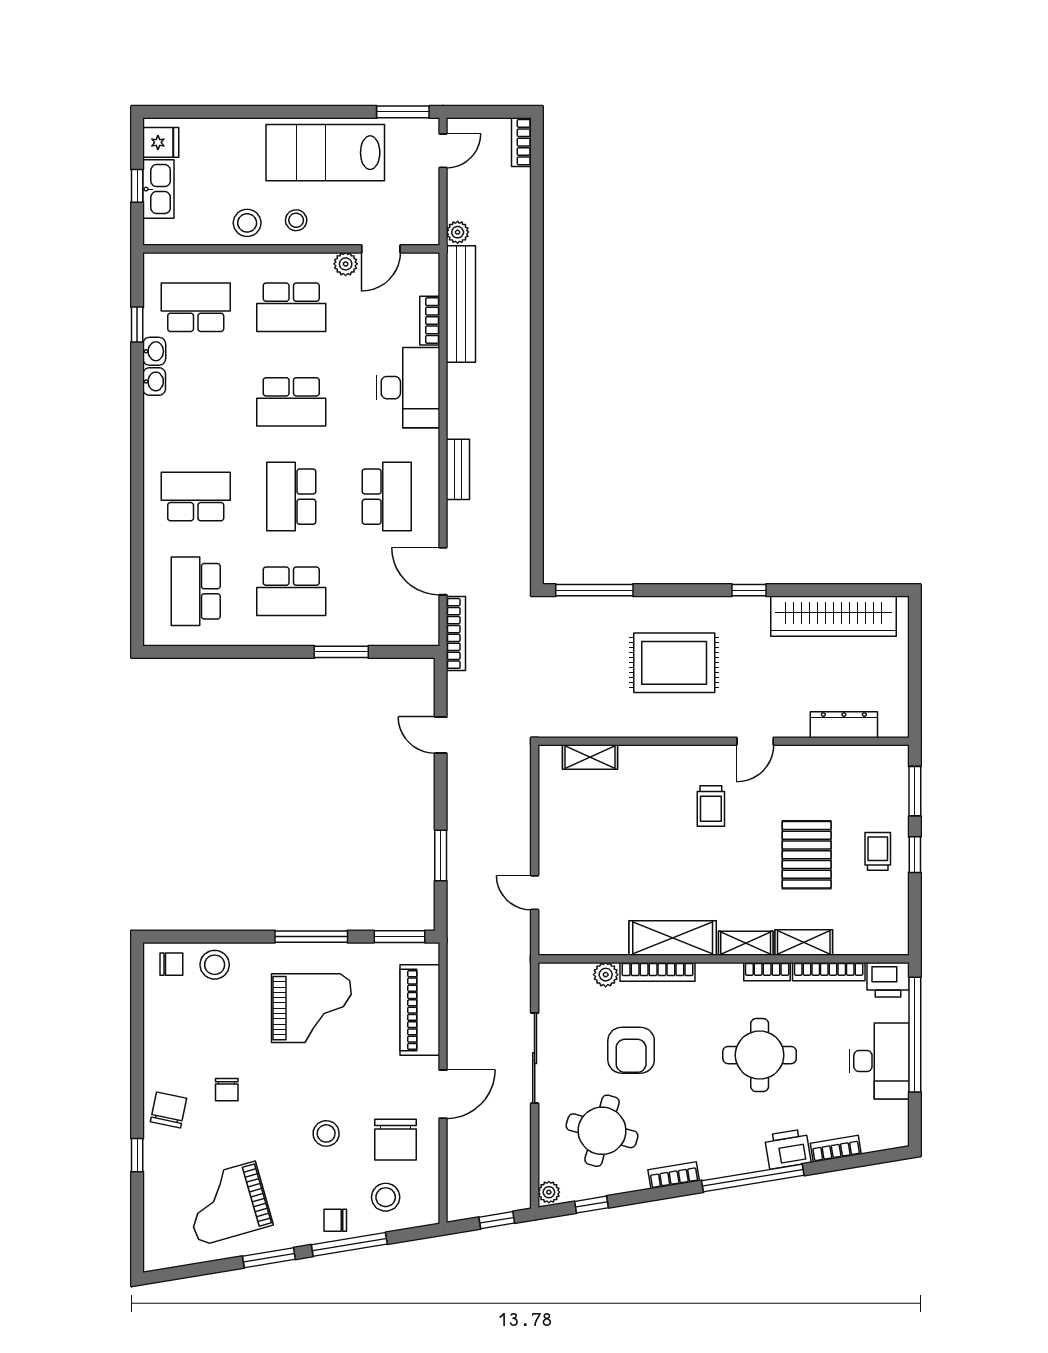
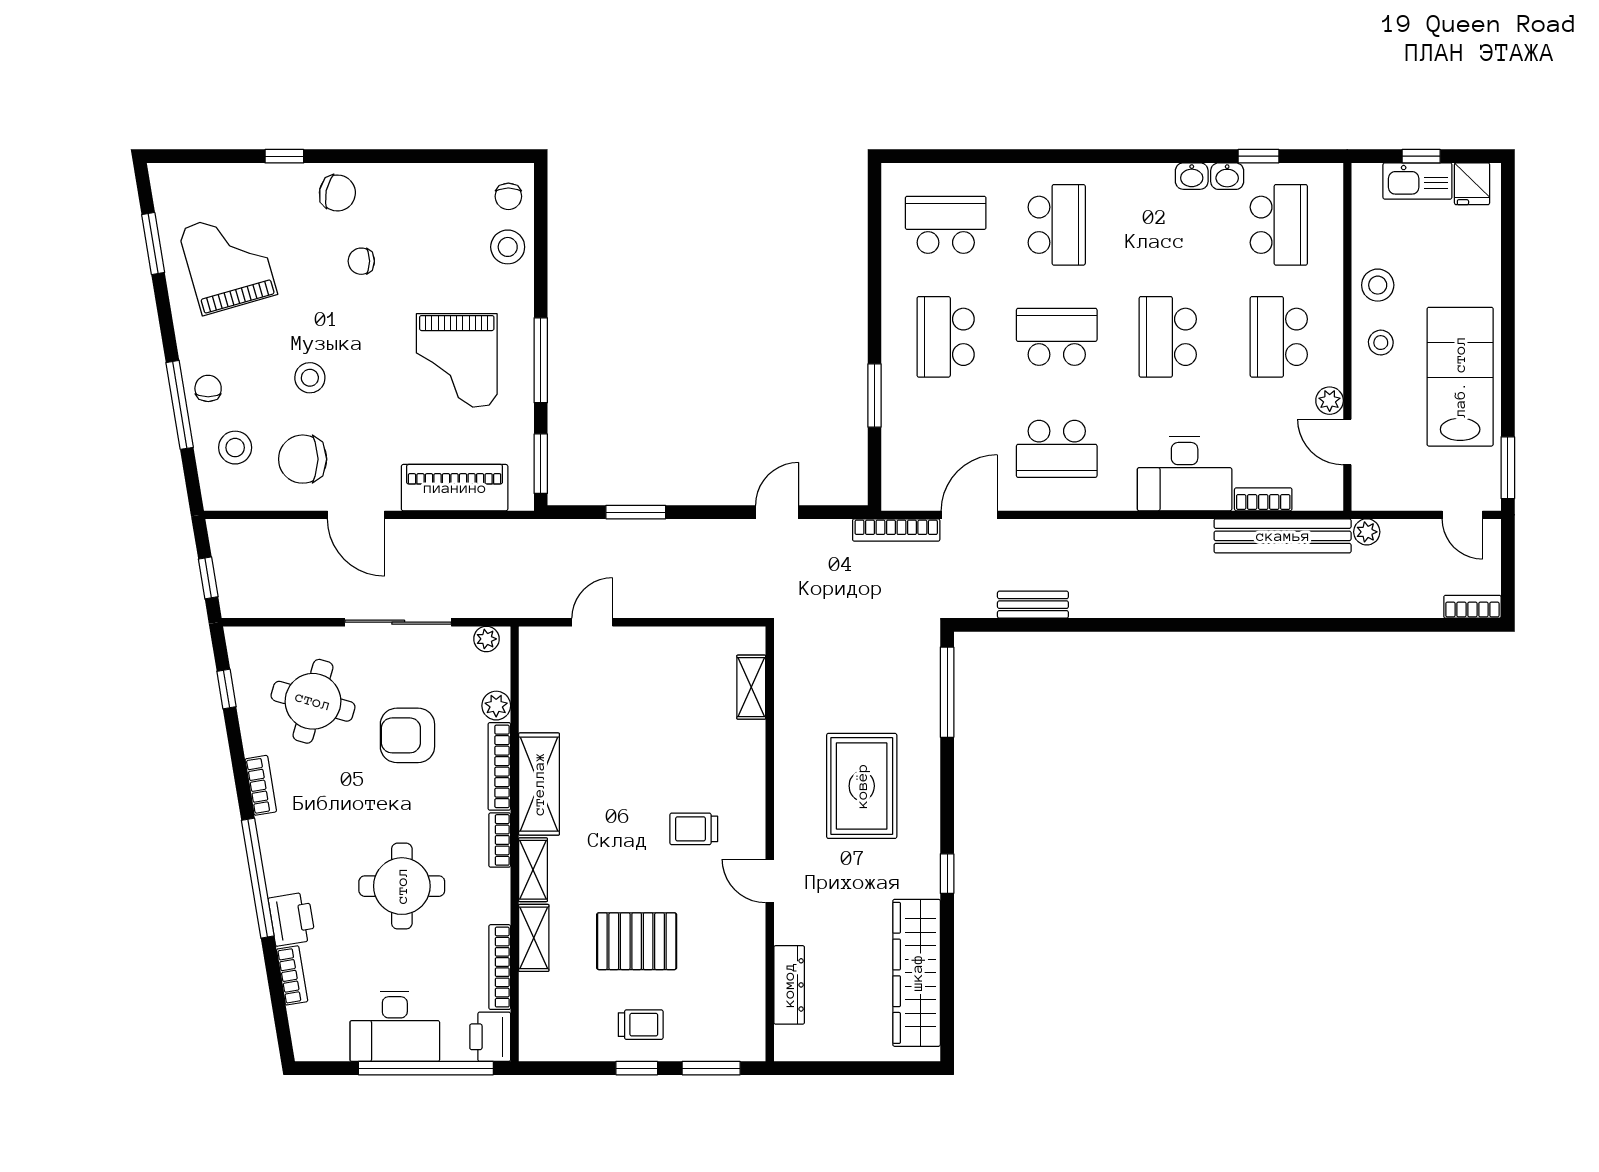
bench: (458, 469) -> (1033, 605), moved
bookcase: (767, 972) -> (500, 840), moved
plant: (549, 1192) -> (486, 639), moved
window: (269, 1258) -> (153, 244), moved

